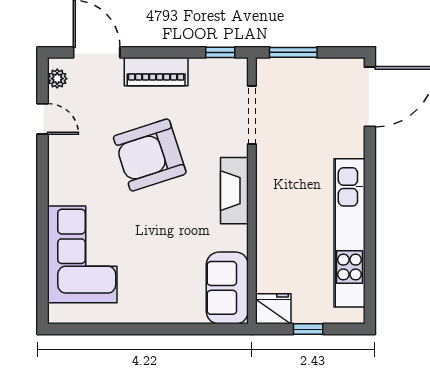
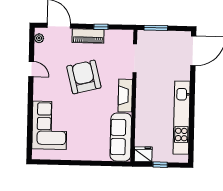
window: (220, 52) -> (101, 27), moved
door: (42, 119) -> (31, 69), moved
armchair: (150, 155) -> (84, 77), turned 94
sofa: (227, 288) -> (121, 137), width x1.36

